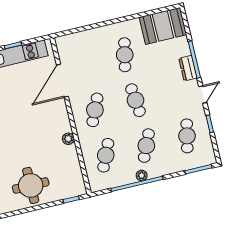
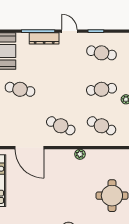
dresser: (188, 68) -> (44, 38), width x1.44
cafe table: (136, 100) -> (61, 89), removed
cafe table: (146, 146) -> (101, 89), turned -30

